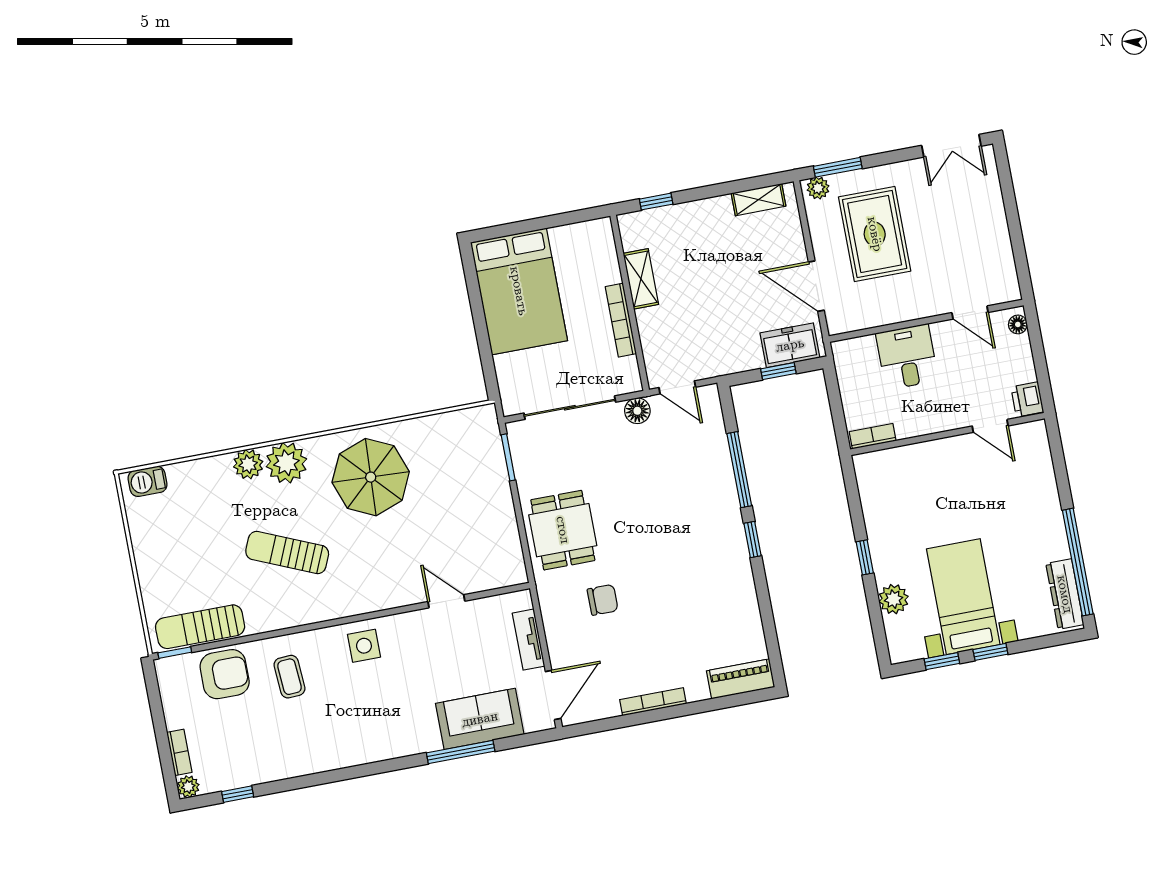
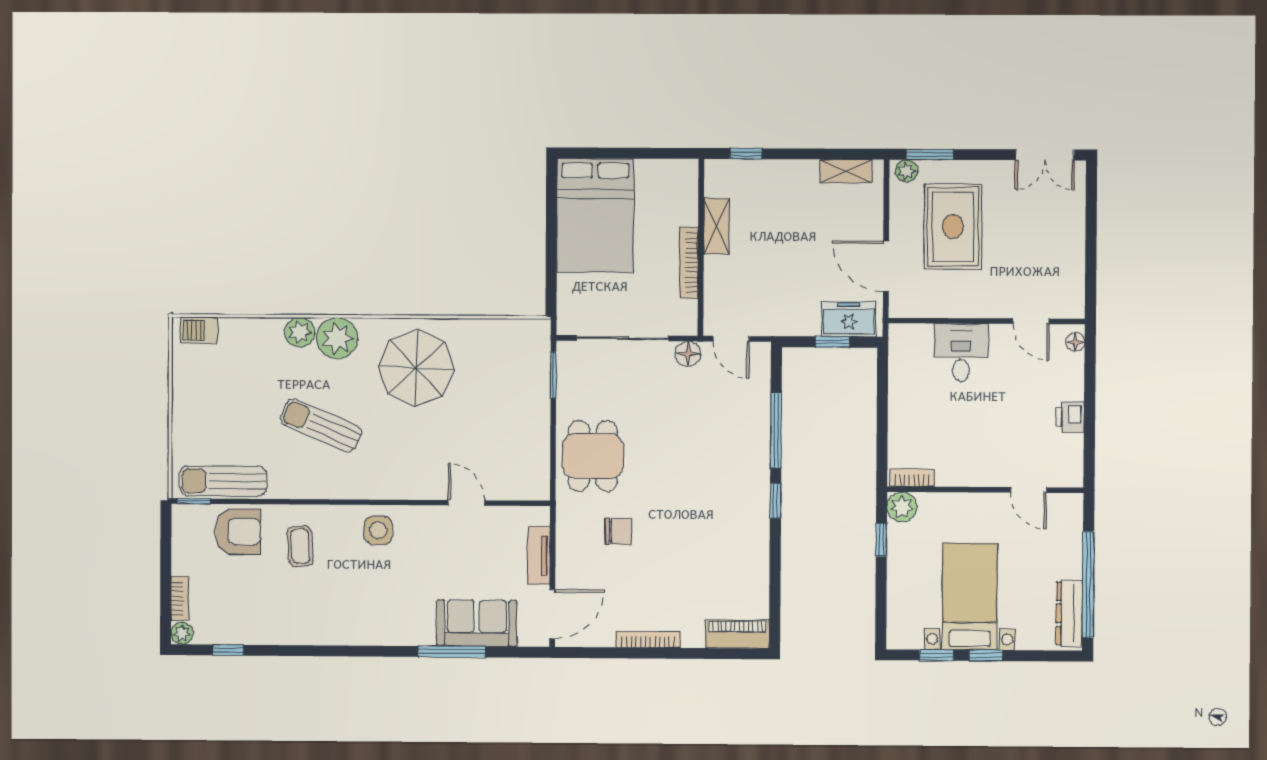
door: (990, 426) -> (1028, 490), moved
wall: (947, 434) -> (985, 490), moved
bookcase: (873, 436) -> (912, 478), moved
plant: (894, 599) -> (902, 507), moved

